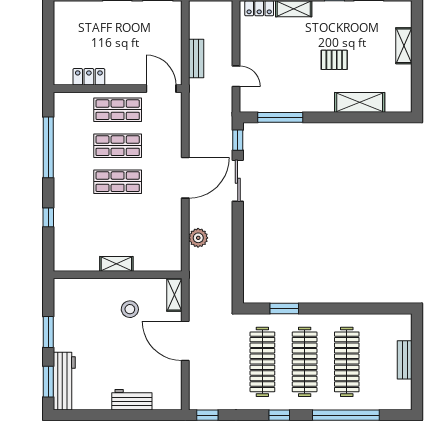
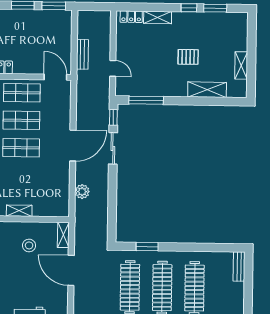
shelving: (404, 46) -> (241, 65), moved
bench: (405, 360) -> (239, 267), moved

